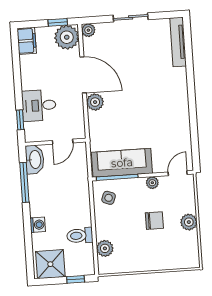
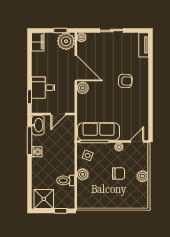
tv unit: (178, 42) -> (144, 45), width x0.71
armchair: (155, 88) -> (125, 81), added
washing machine: (38, 225) -> (37, 152), moved
plant: (105, 248) -> (83, 174), moved

